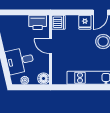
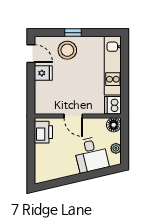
dishwasher: (59, 22) -> (113, 105), moved, turned -90
door: (51, 46) -> (73, 116), hinge flipped

